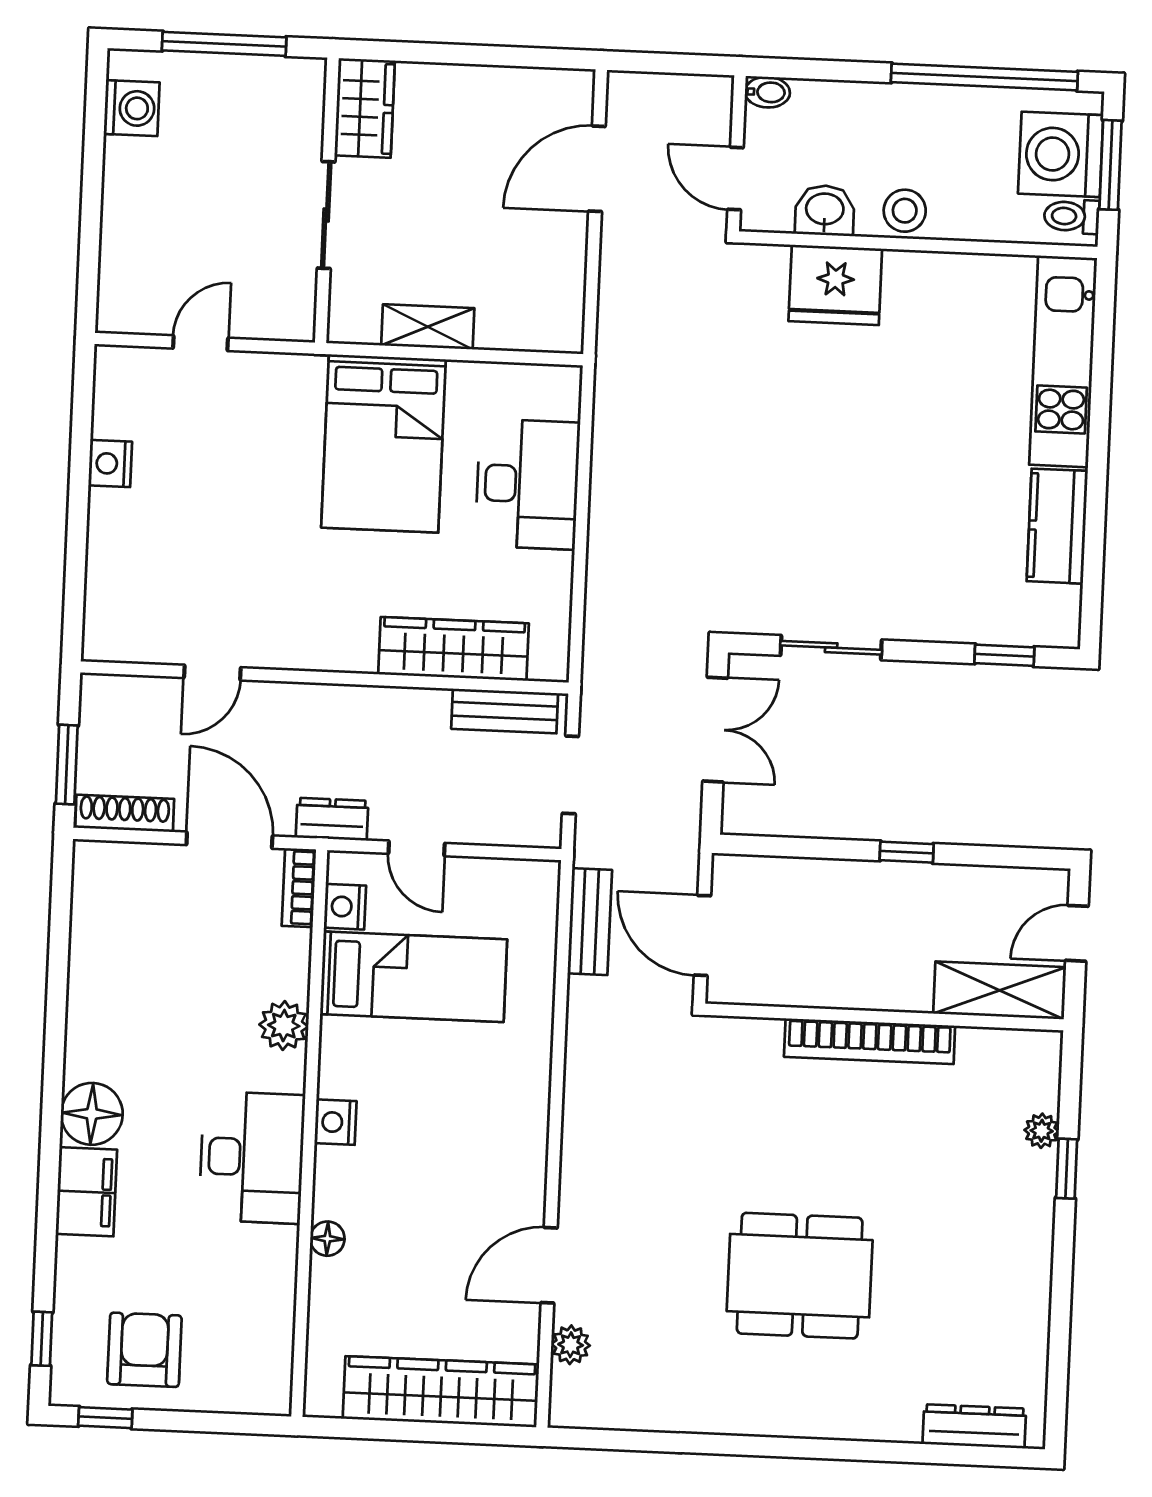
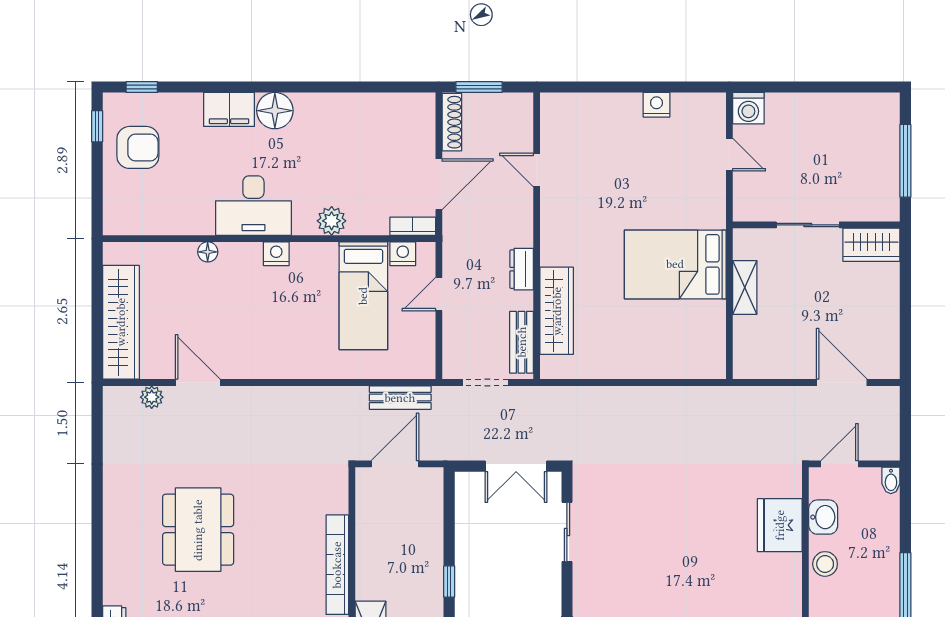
washing machine: (132, 108) -> (748, 108), moved
desk: (527, 484) -> (655, 350), removed
dresser: (332, 819) -> (522, 269), moved, turned 180

